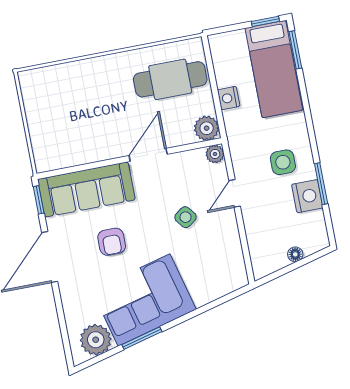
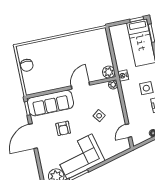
cafe table: (170, 79) -> (91, 48), removed
nightstand: (229, 98) -> (123, 76), moved
chair: (39, 112) -> (27, 65), added
door: (235, 193) -> (129, 131), moved

